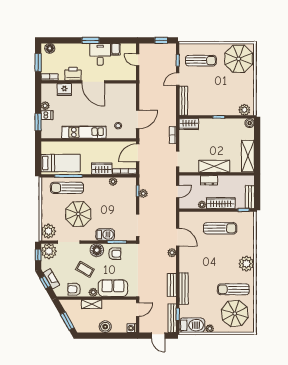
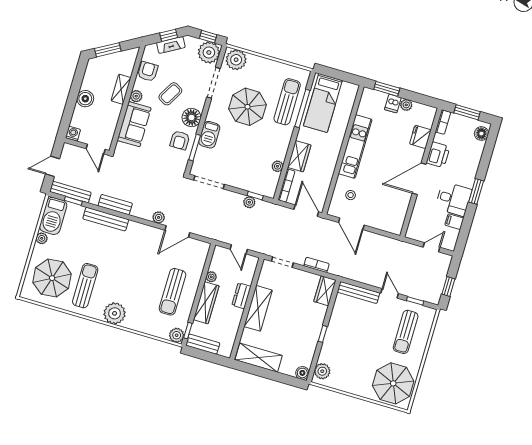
plant: (249, 217) -> (177, 335), added

